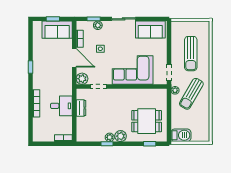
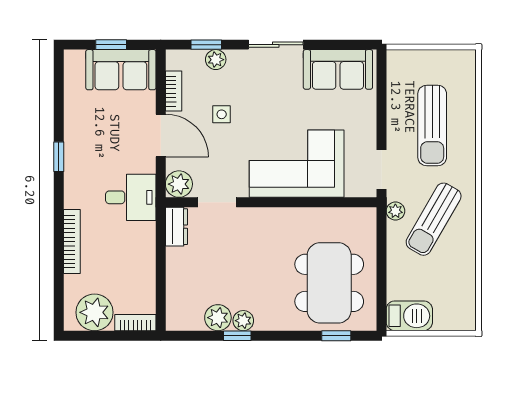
desk: (61, 106) -> (131, 197), moved
dresser: (81, 108) -> (177, 227), moved
dining table: (147, 121) -> (329, 283), width x1.38
plant: (46, 134) -> (95, 312), added
plant: (121, 136) -> (218, 318), moved

